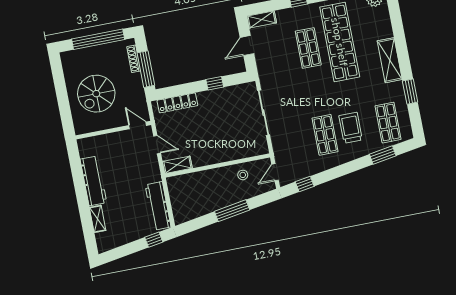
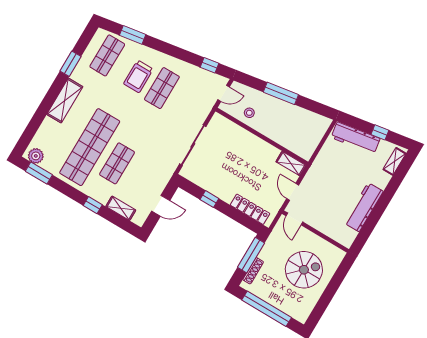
shelving: (262, 19) -> (121, 208), moved
workbench: (158, 206) -> (356, 138), moved, turned 81
shelving: (98, 219) -> (395, 161), moved
window: (154, 240) -> (380, 132), moved

